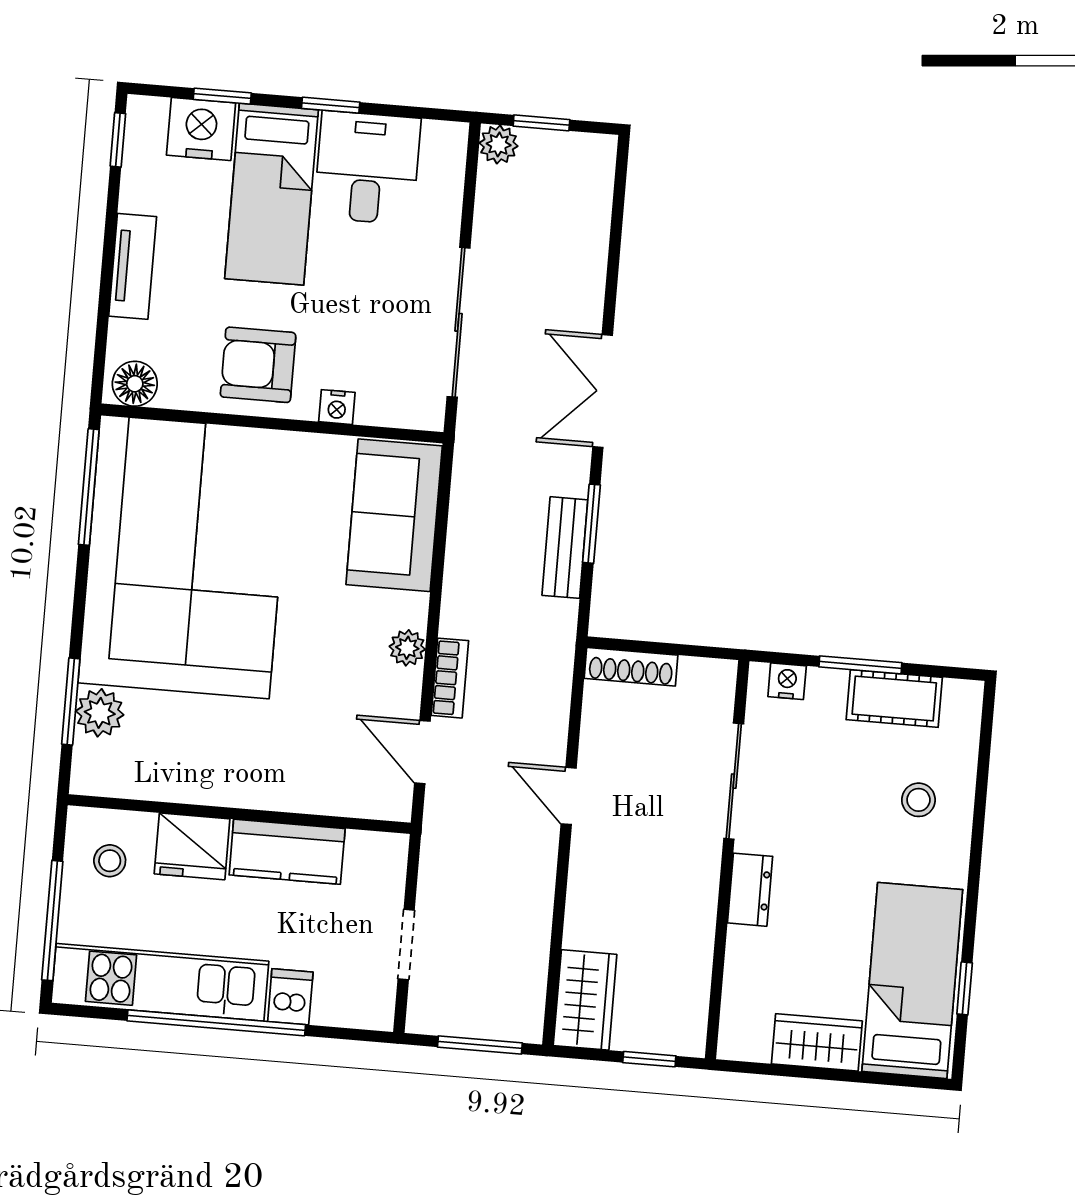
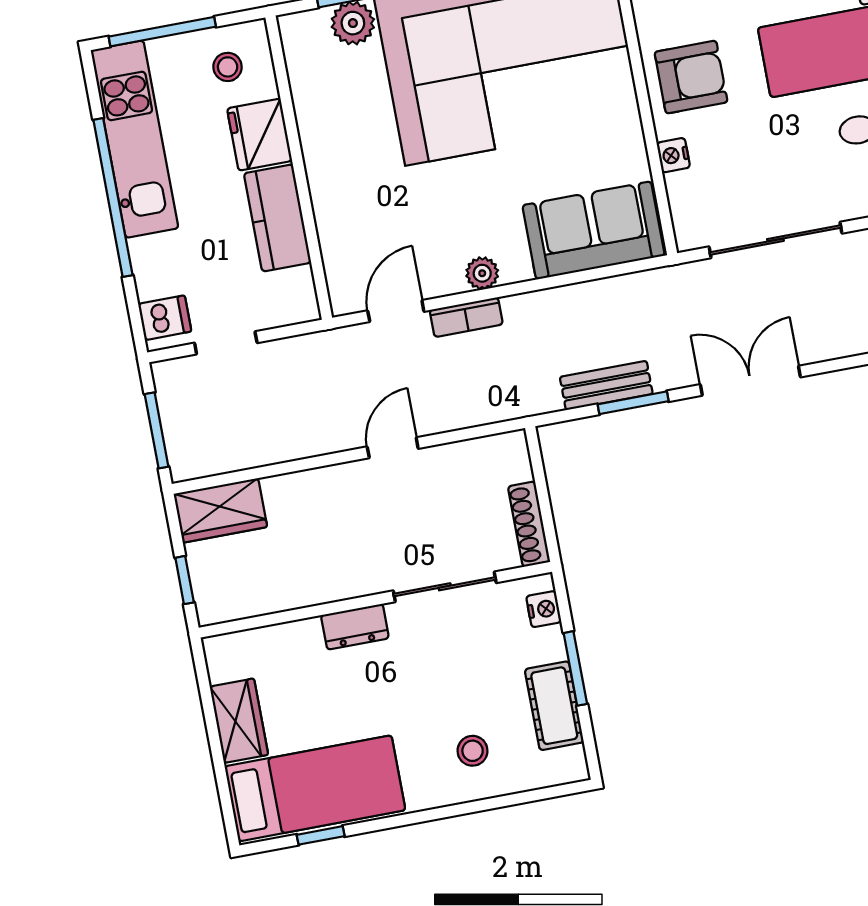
armchair: (258, 365) -> (691, 77), turned 90
shoe rack: (631, 667) -> (529, 524), moved
dishwasher: (290, 997) -> (165, 318), moved

